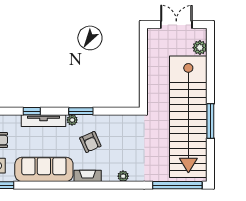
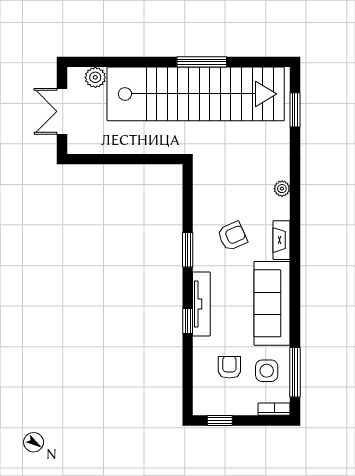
plant: (72, 120) -> (200, 262), removed
window: (177, 185) -> (295, 110), width x0.47

